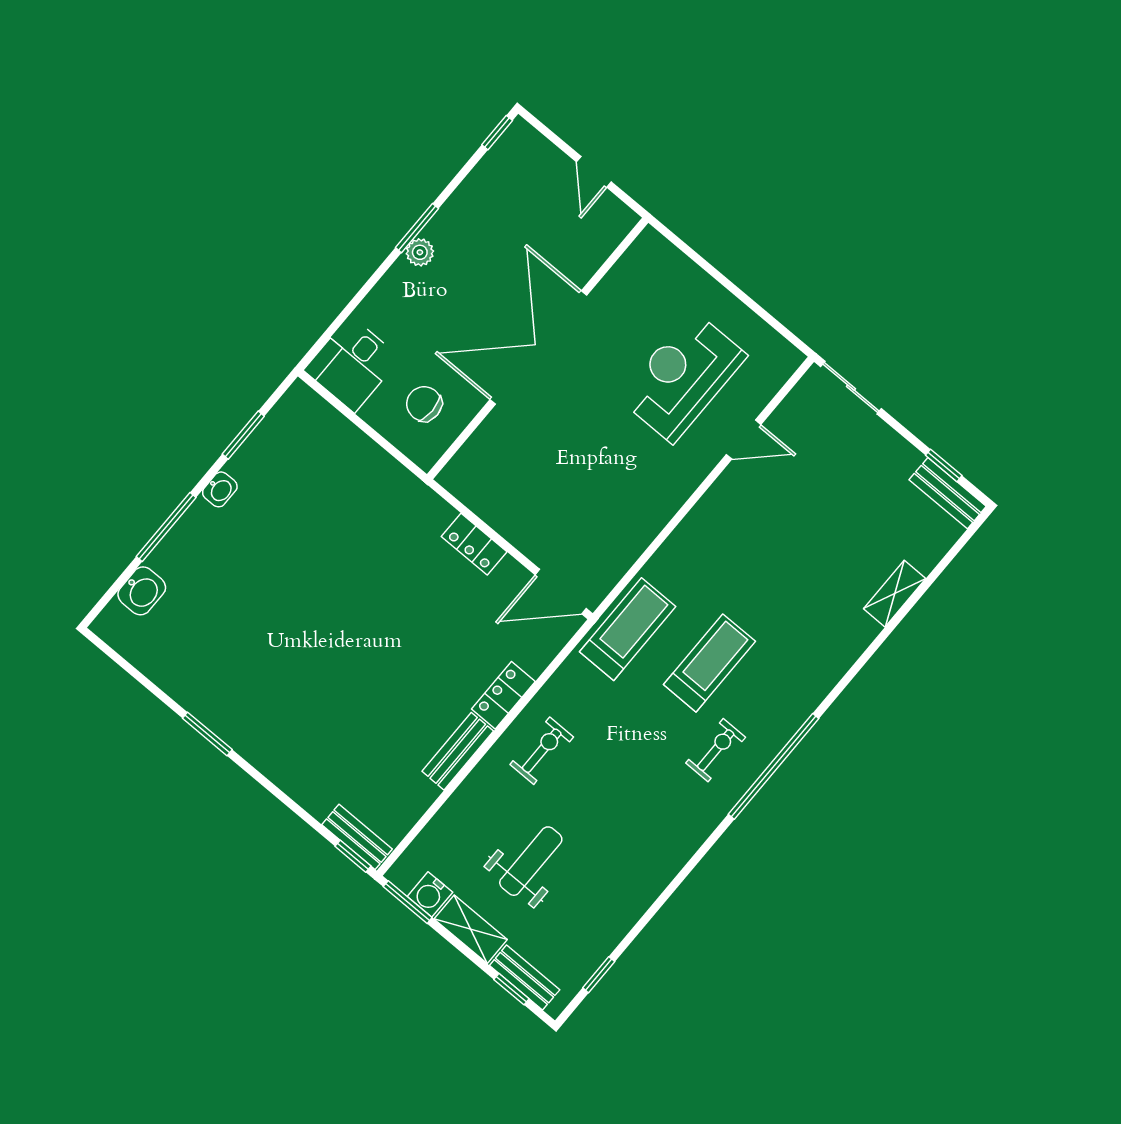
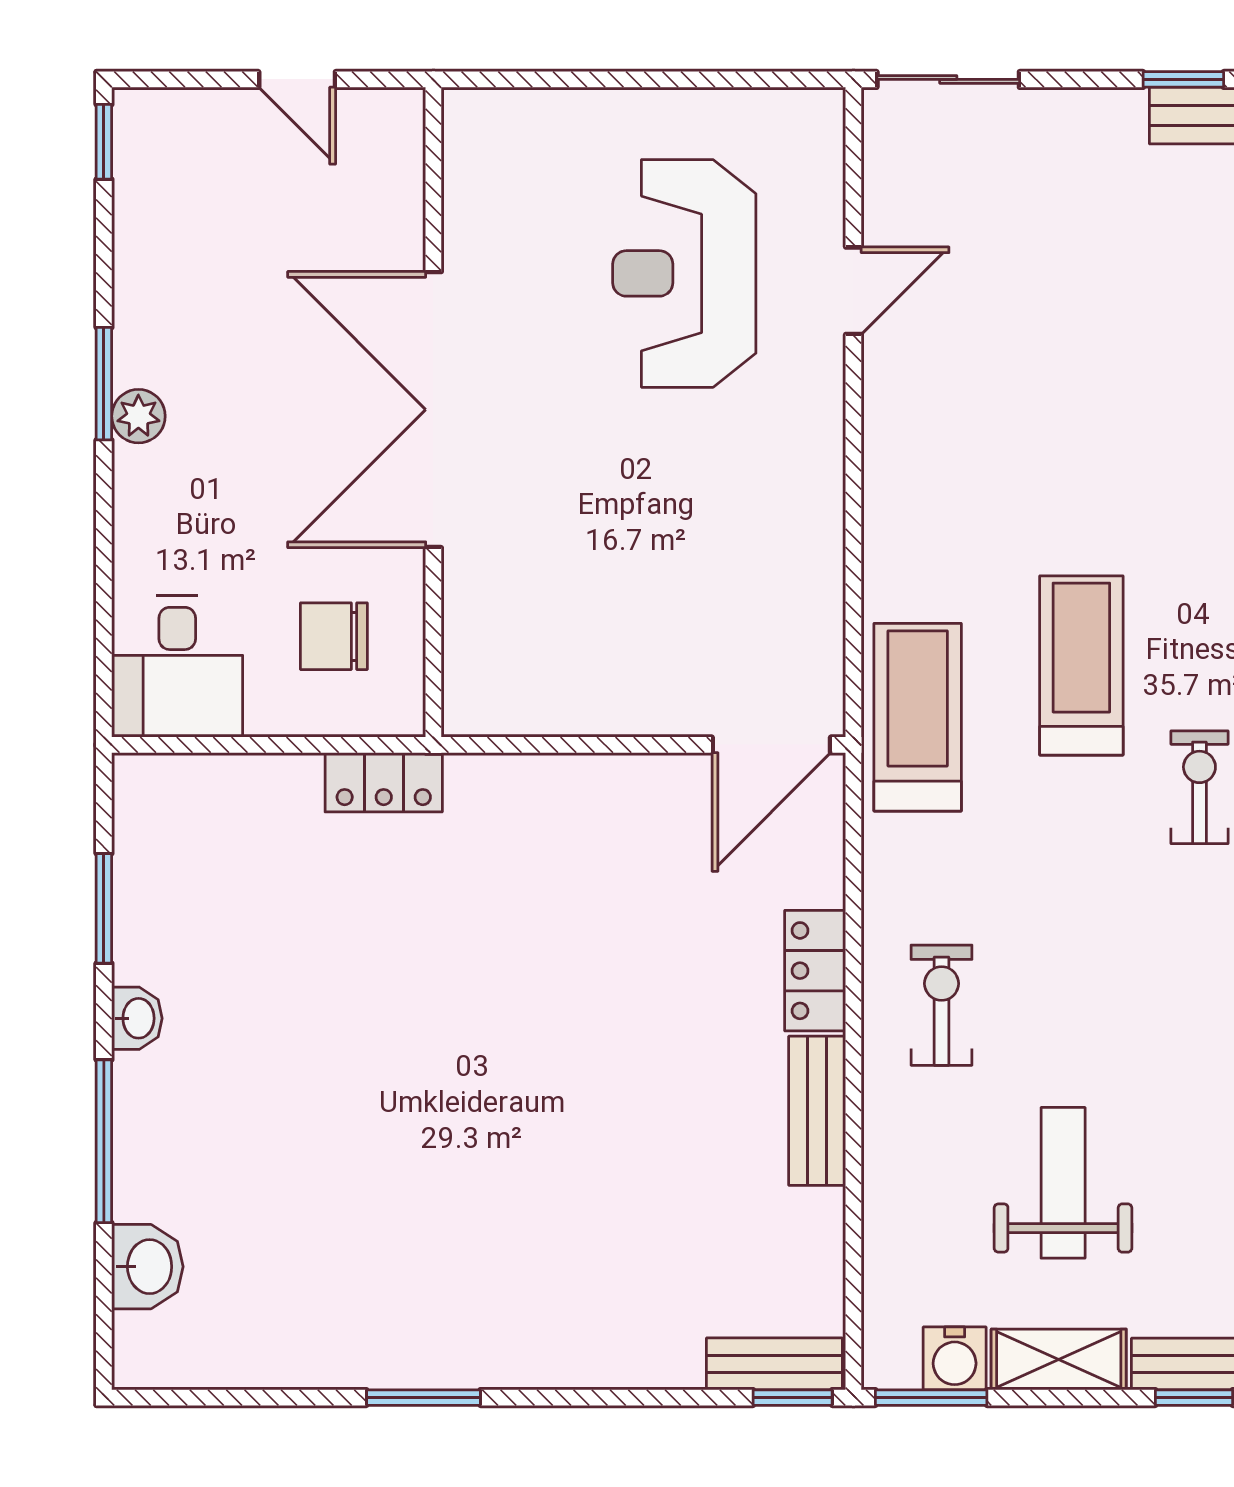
locker: (474, 544) -> (384, 782), moved

